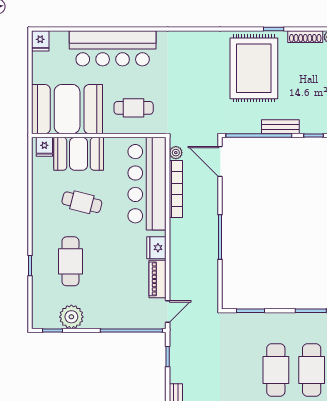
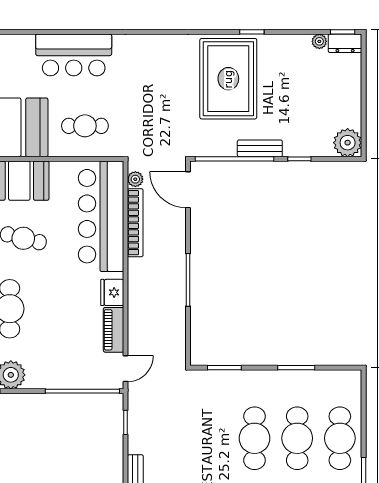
shoe rack: (305, 37) -> (290, 41), removed
bar counter: (113, 48) -> (74, 55), width x0.73

